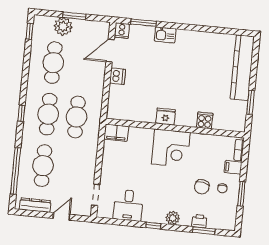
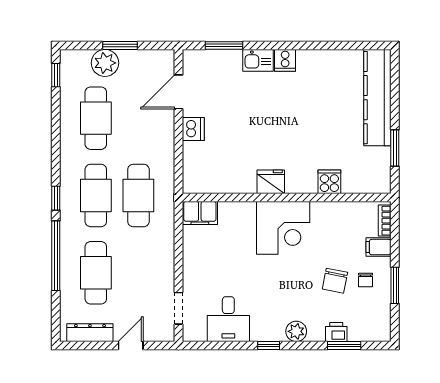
cooker: (122, 31) -> (285, 60), moved
window: (16, 171) -> (56, 256), moved

